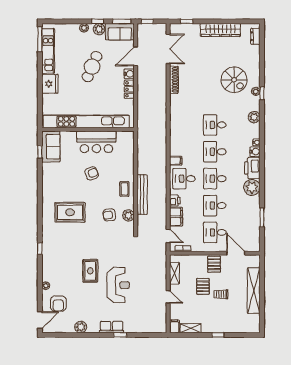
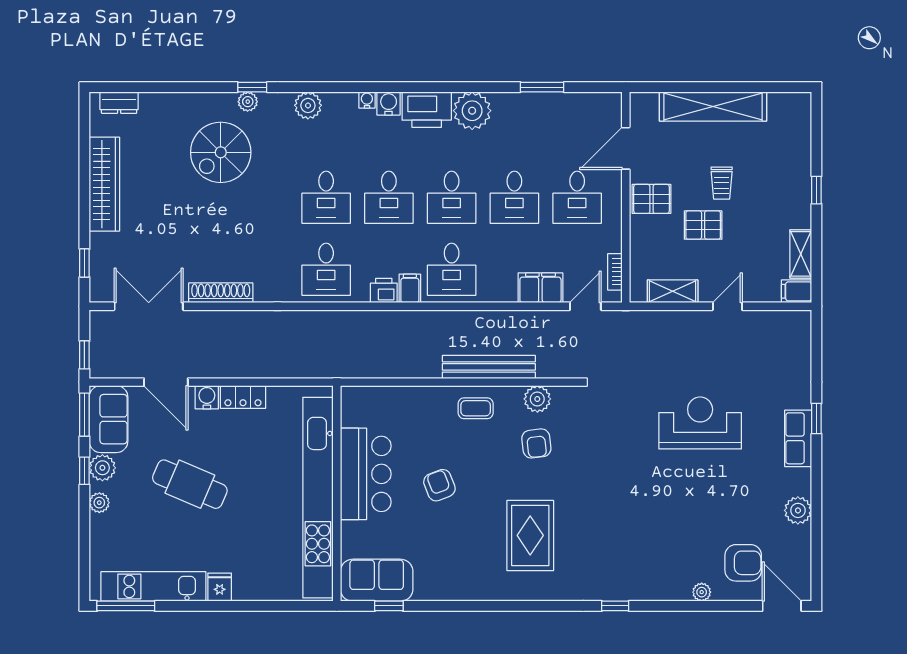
spiral stairs: (234, 80) -> (221, 152), turned 180
fridge: (50, 84) -> (220, 587), width x0.53, depth x0.75
desk: (184, 125) -> (326, 269), added
printer: (175, 201) -> (384, 290), moved
rug: (90, 271) -> (667, 488), removed

